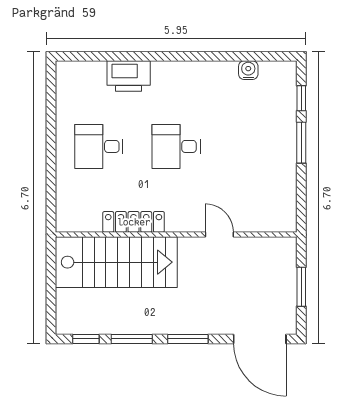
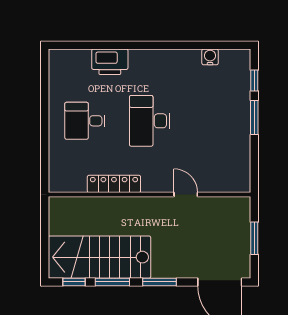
desk: (176, 146) -> (150, 121), width x1.37
stairs: (116, 262) -> (100, 257), moved, turned 180

